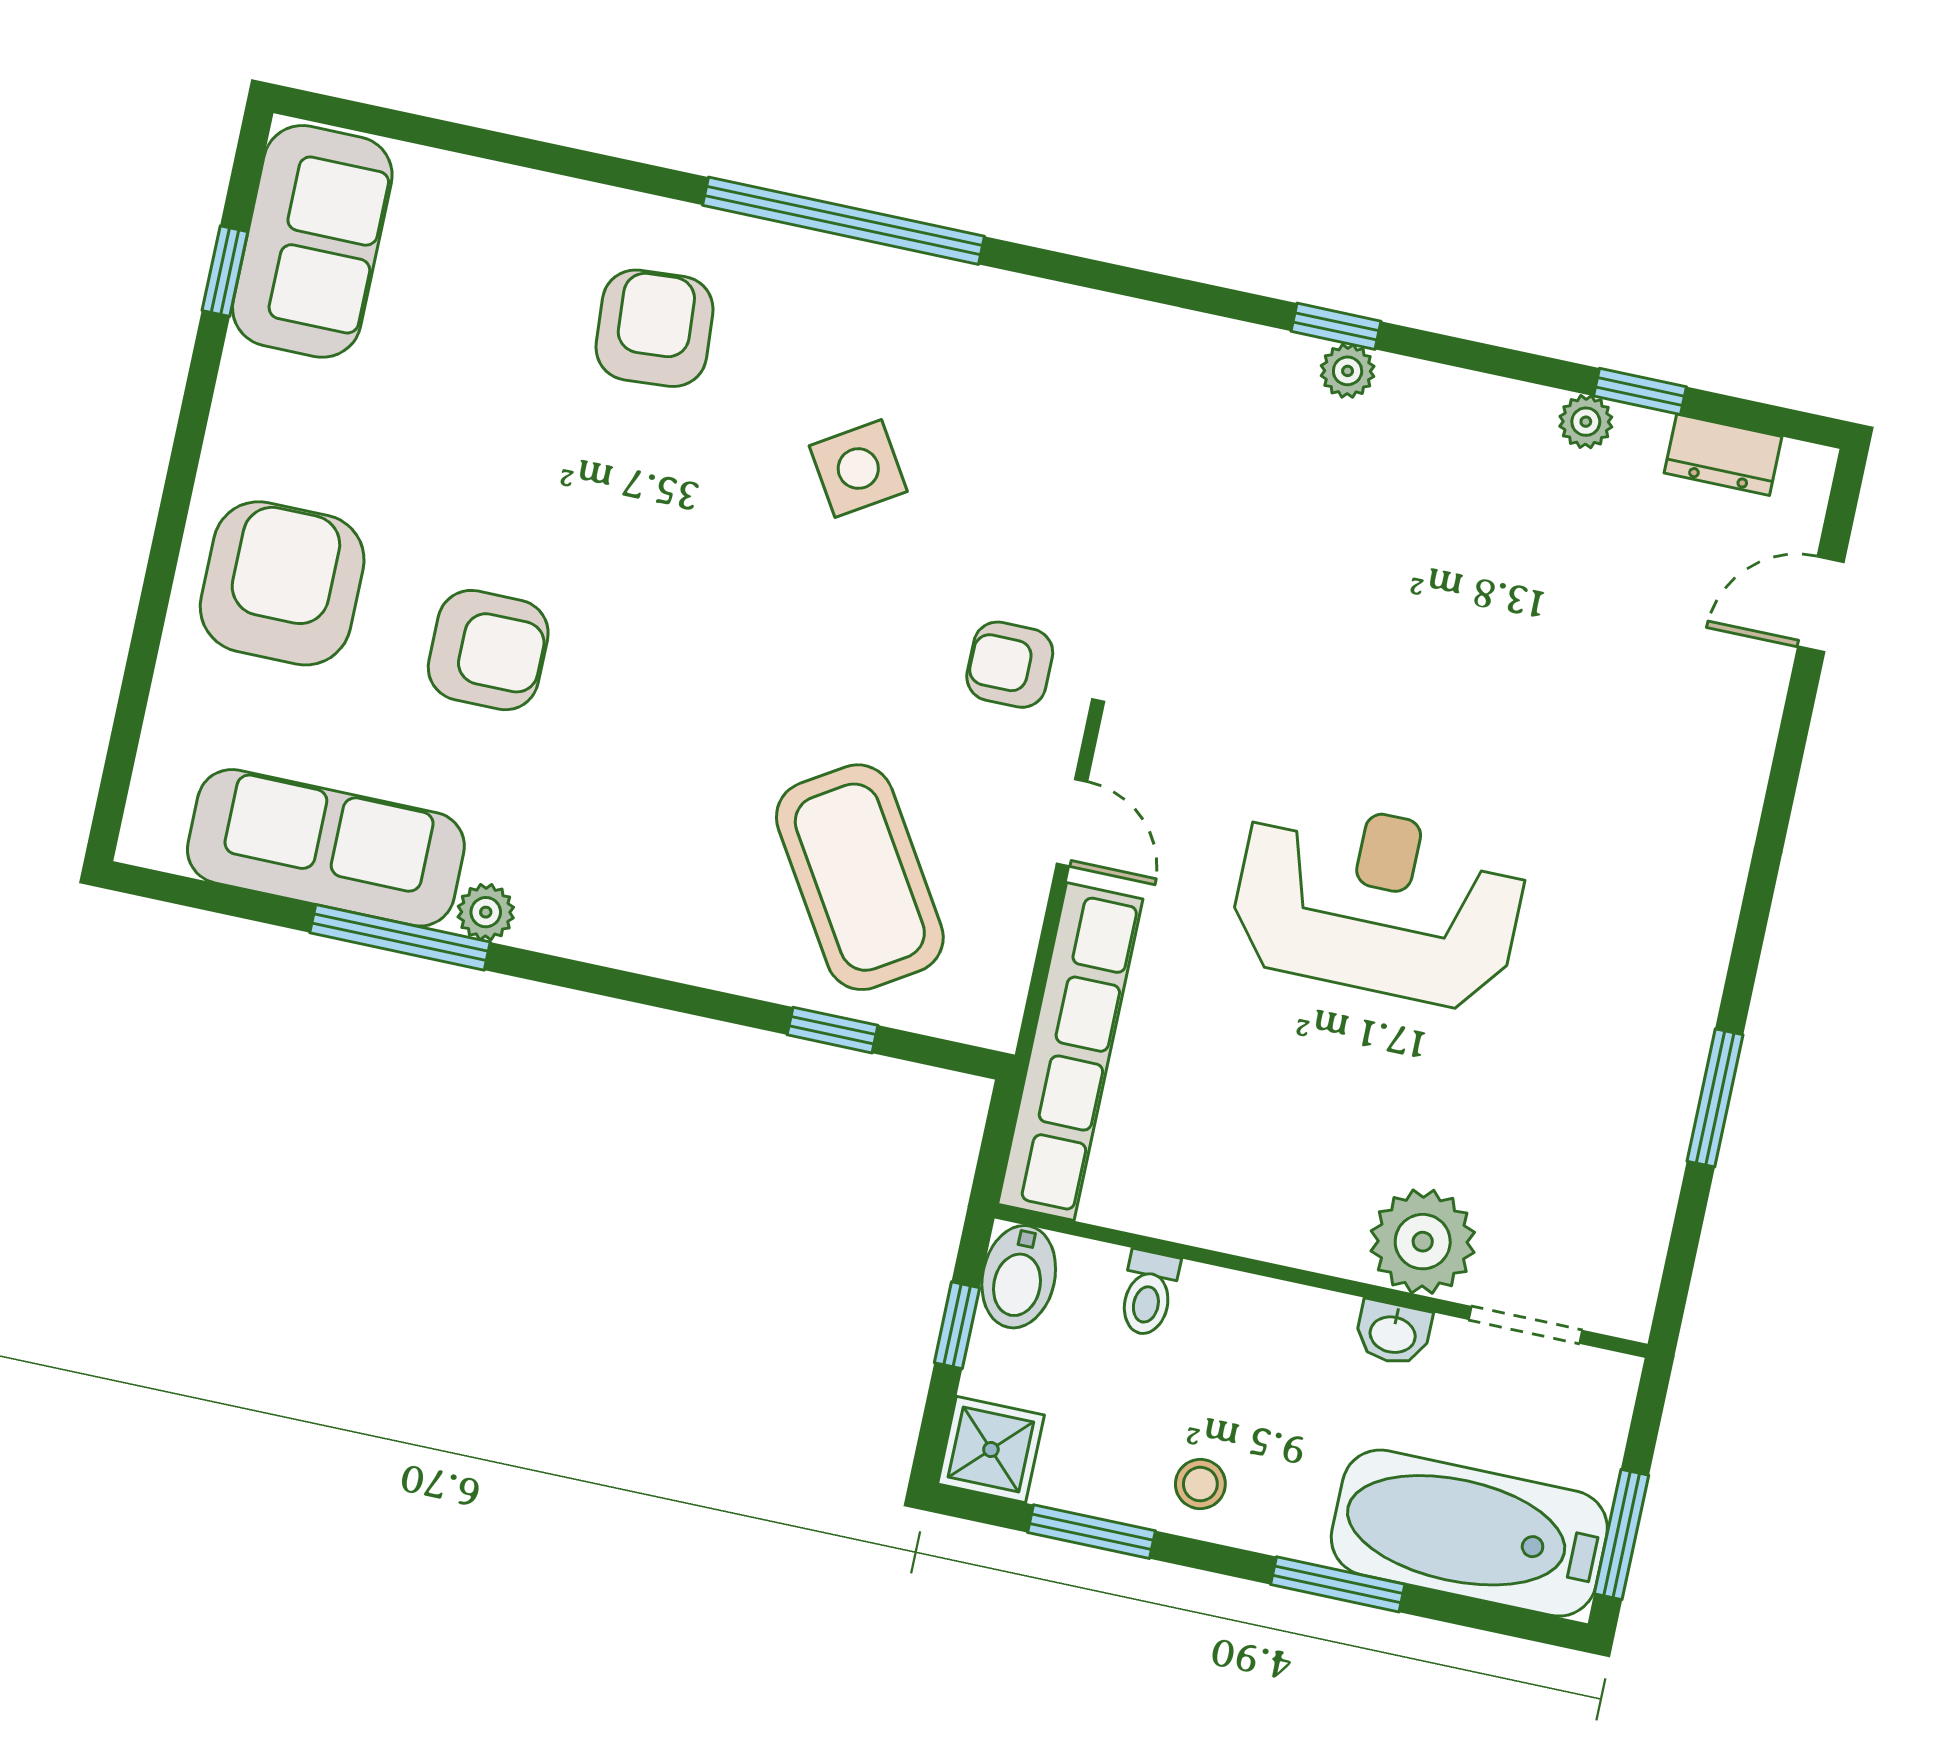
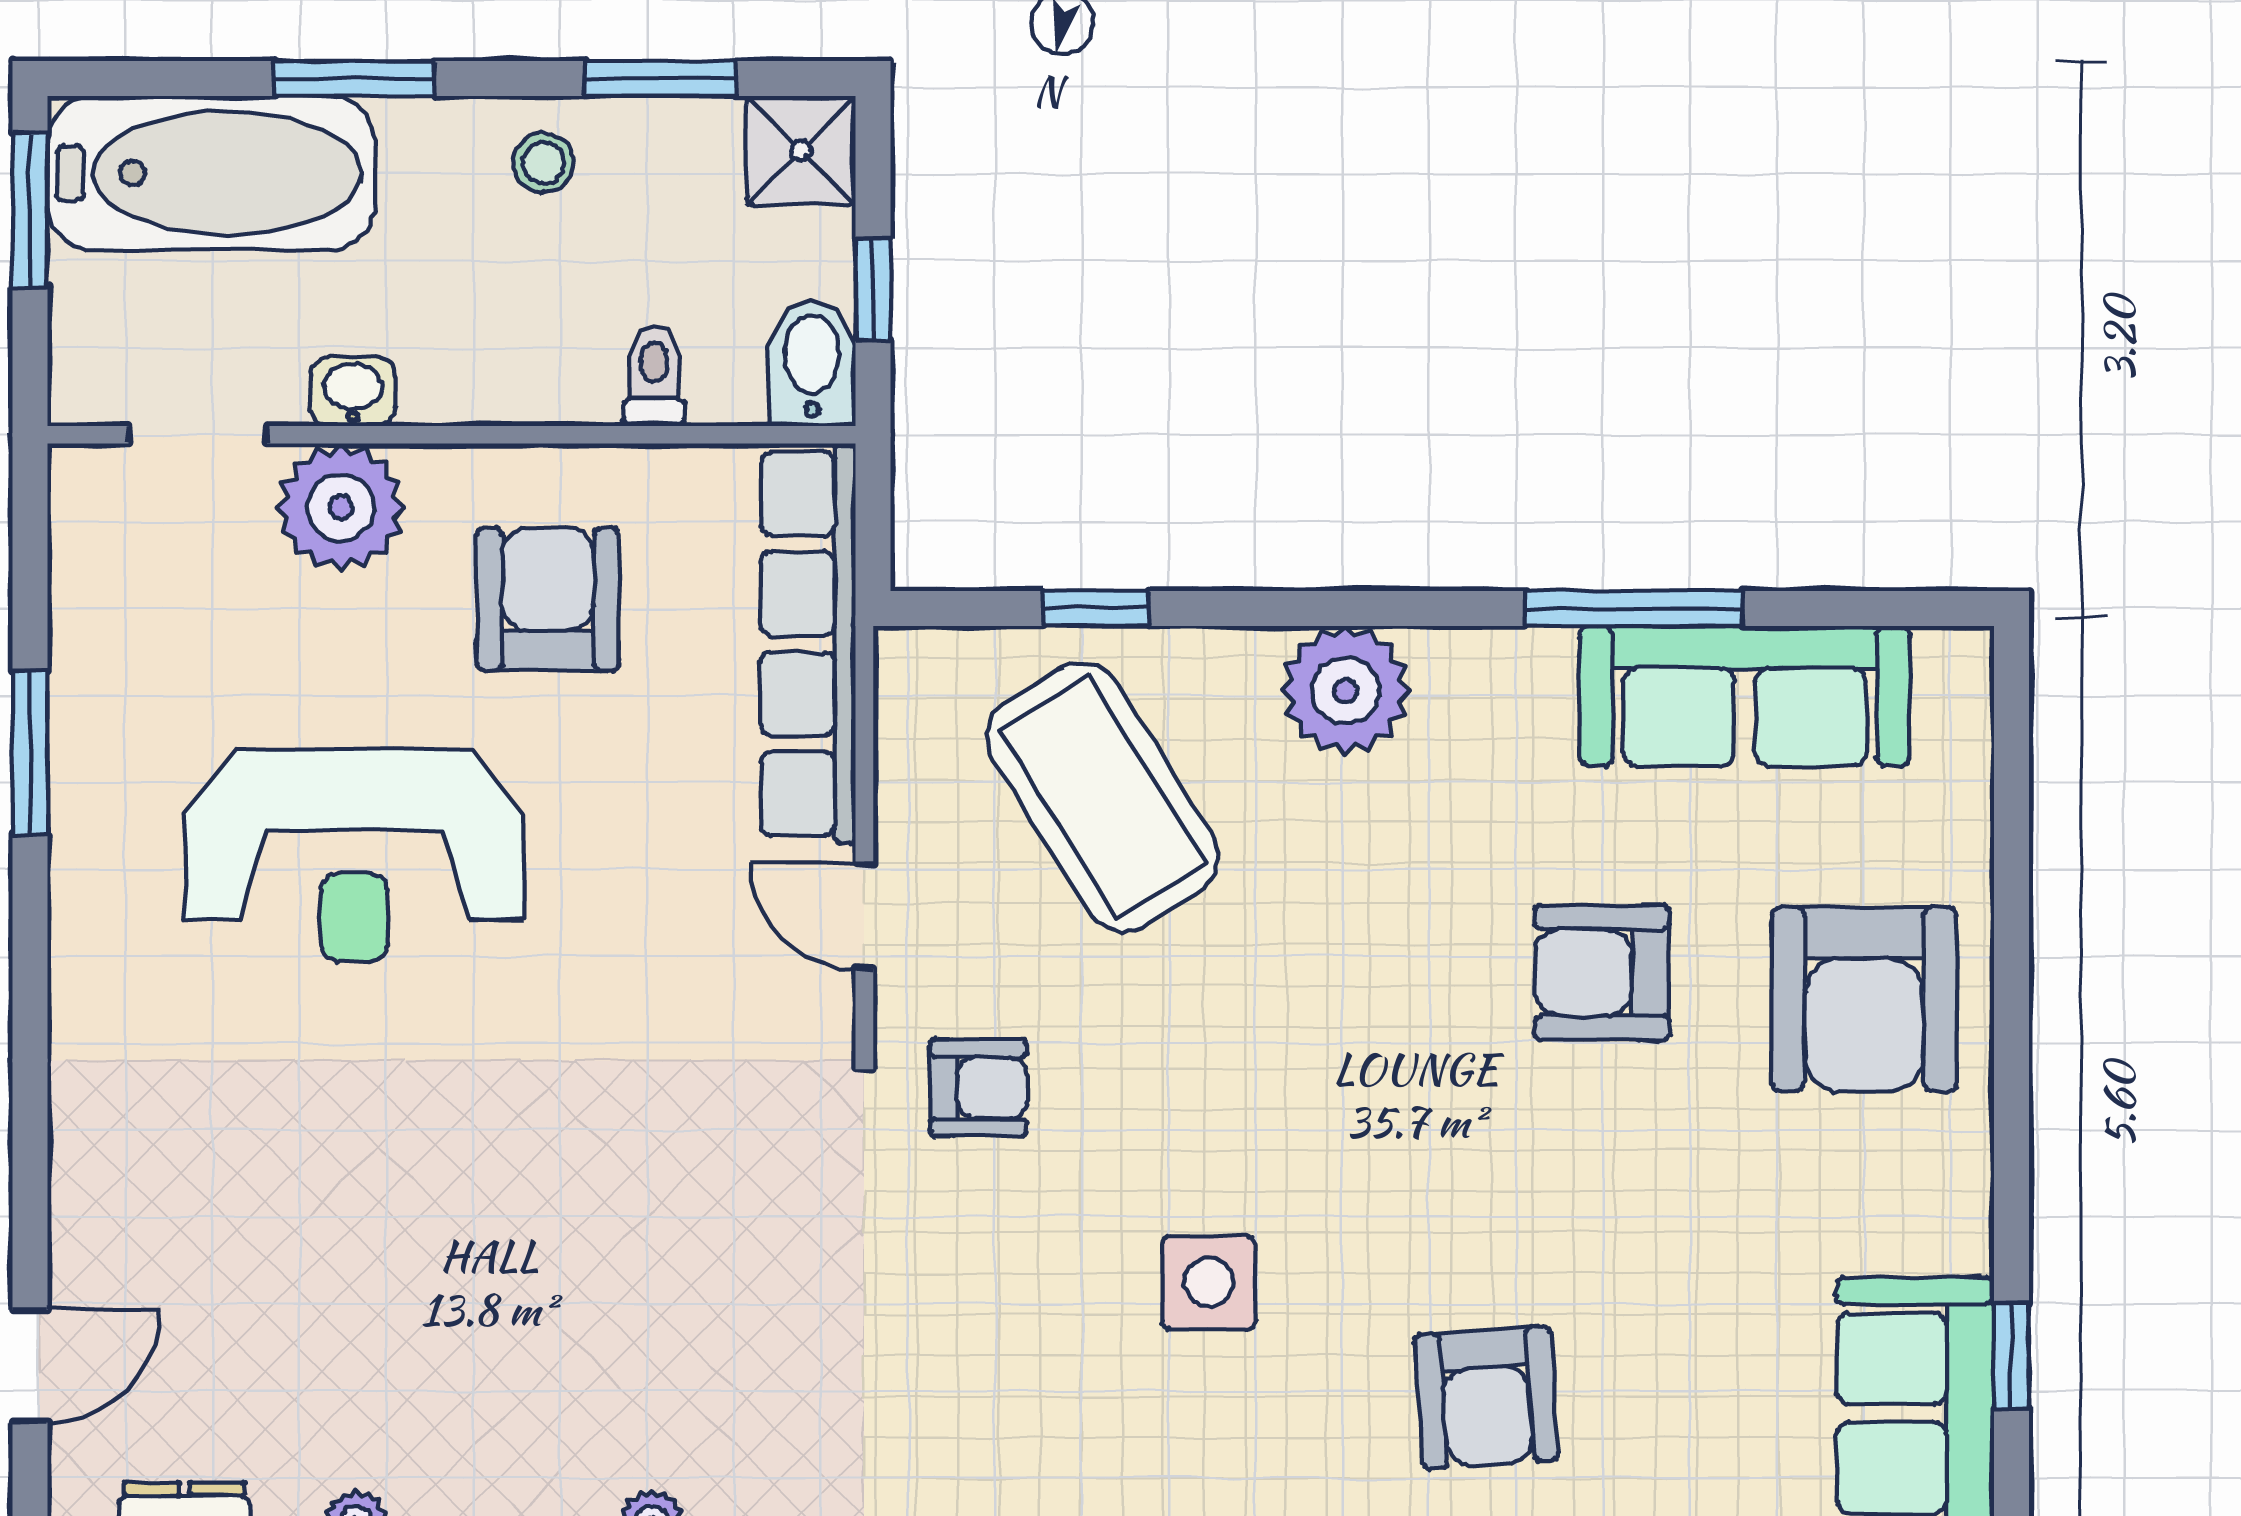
side table: (858, 469) -> (1209, 1282), turned 32
reception desk: (1378, 902) -> (354, 856), moved
plant: (486, 912) -> (1346, 690), moved, width x1.88, depth x1.88
armchair: (1272, 1132) -> (548, 599), added

